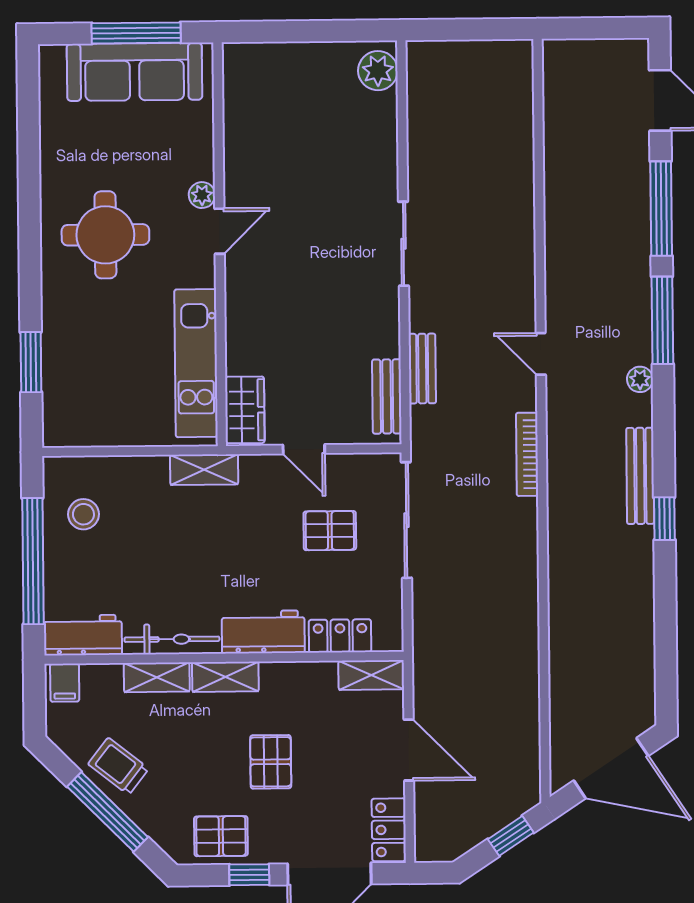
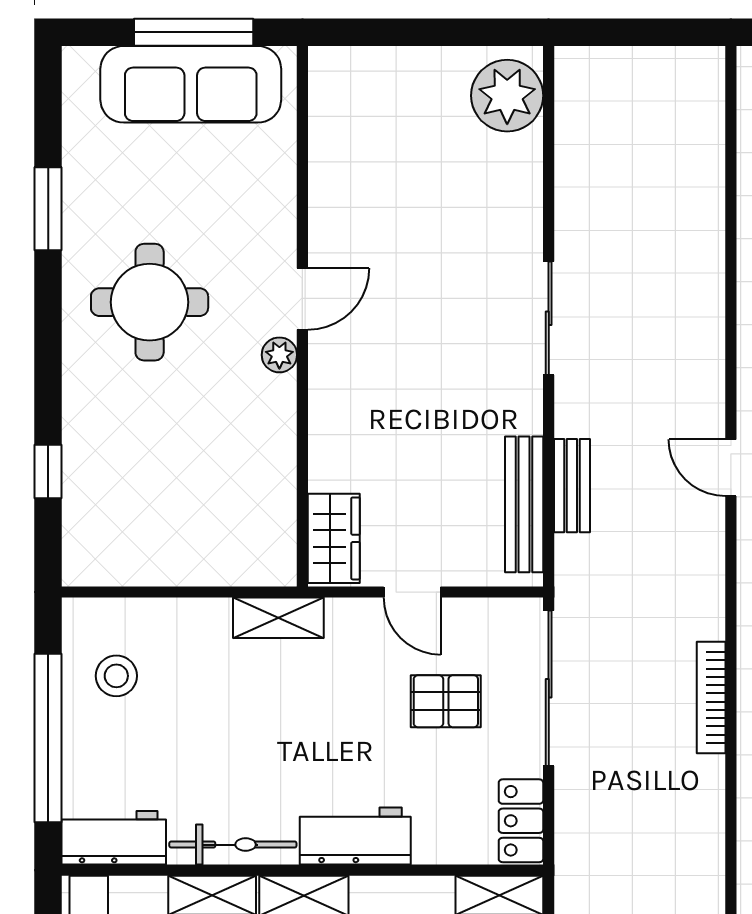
plant: (378, 71) -> (507, 96), width x1.36, depth x1.36
window: (29, 166) -> (48, 209), added
plant: (202, 195) -> (279, 355), moved
window: (31, 362) -> (48, 471), width x0.67
kitchen unit: (196, 363) -> (269, 475), removed
bench: (387, 396) -> (524, 504), width x1.36
bookcase: (527, 454) -> (711, 697), moved
locker: (340, 636) -> (521, 821), moved, turned -90

